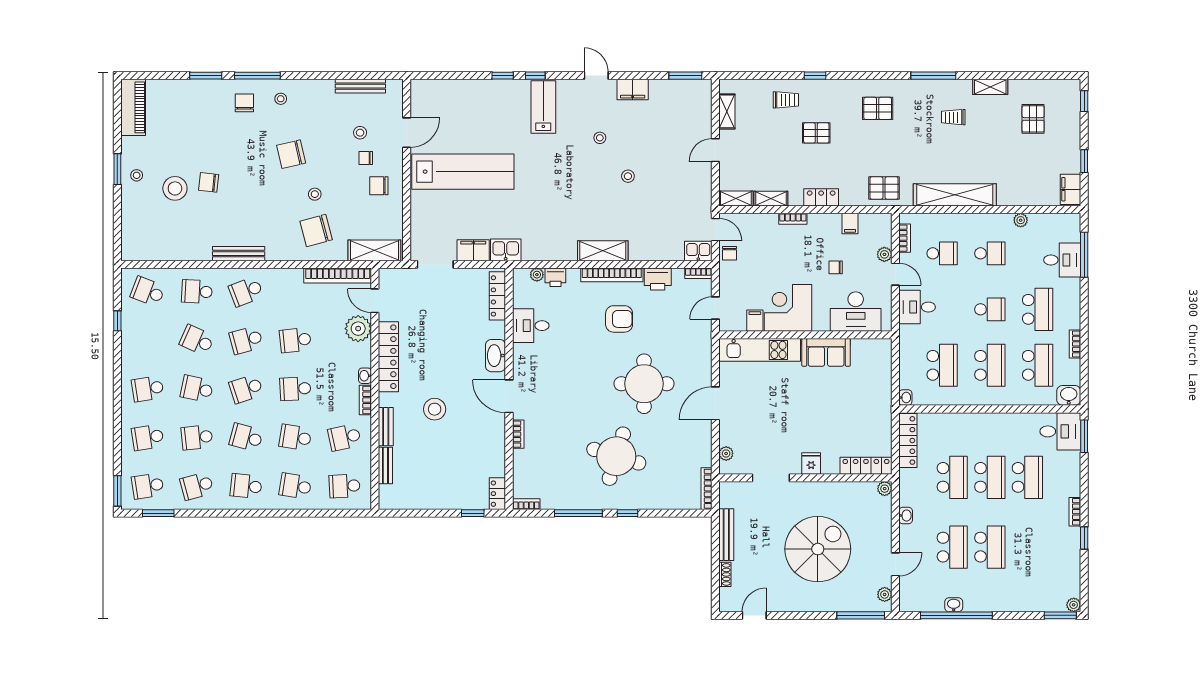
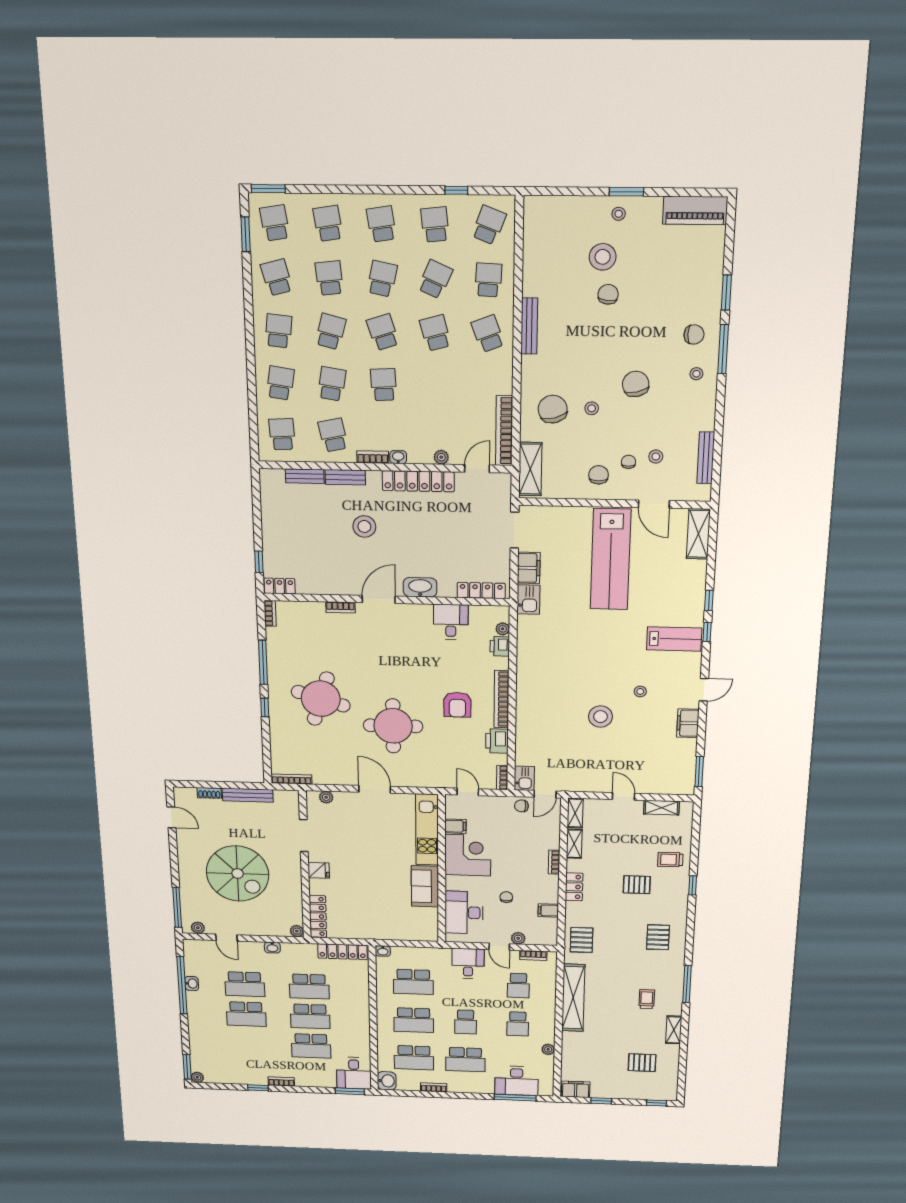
trolley: (786, 100) -> (670, 860), turned 90
pallet: (816, 133) -> (637, 885), turned 90
stool: (628, 176) -> (600, 717), width x1.89, depth x1.89
shelving: (603, 251) -> (698, 534), moved
desk: (1062, 260) -> (517, 1081), width x1.37
door: (895, 274) -> (499, 947), hinge flipped
plant: (358, 329) -> (441, 457), width x0.53, depth x0.53
school desk: (295, 340) -> (435, 225), moved

